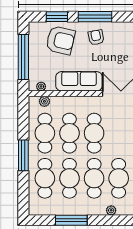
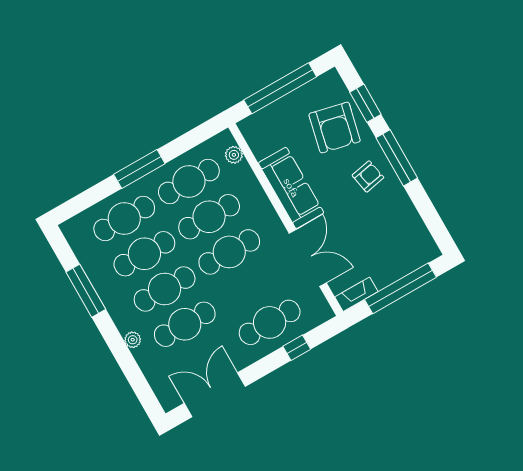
plant: (41, 86) -> (253, 138), removed

